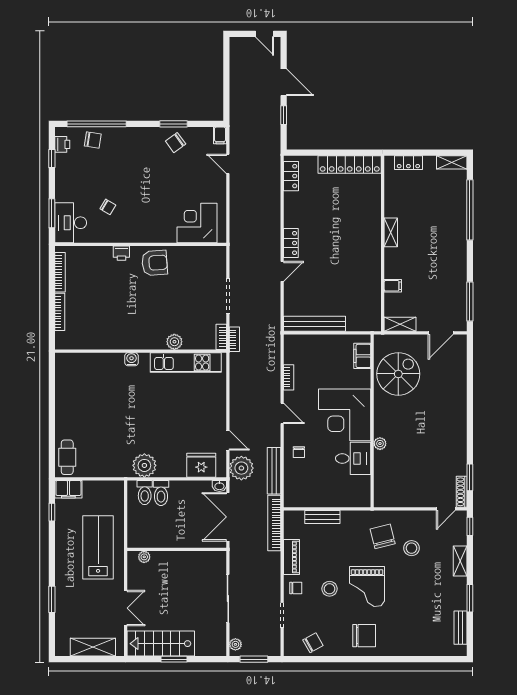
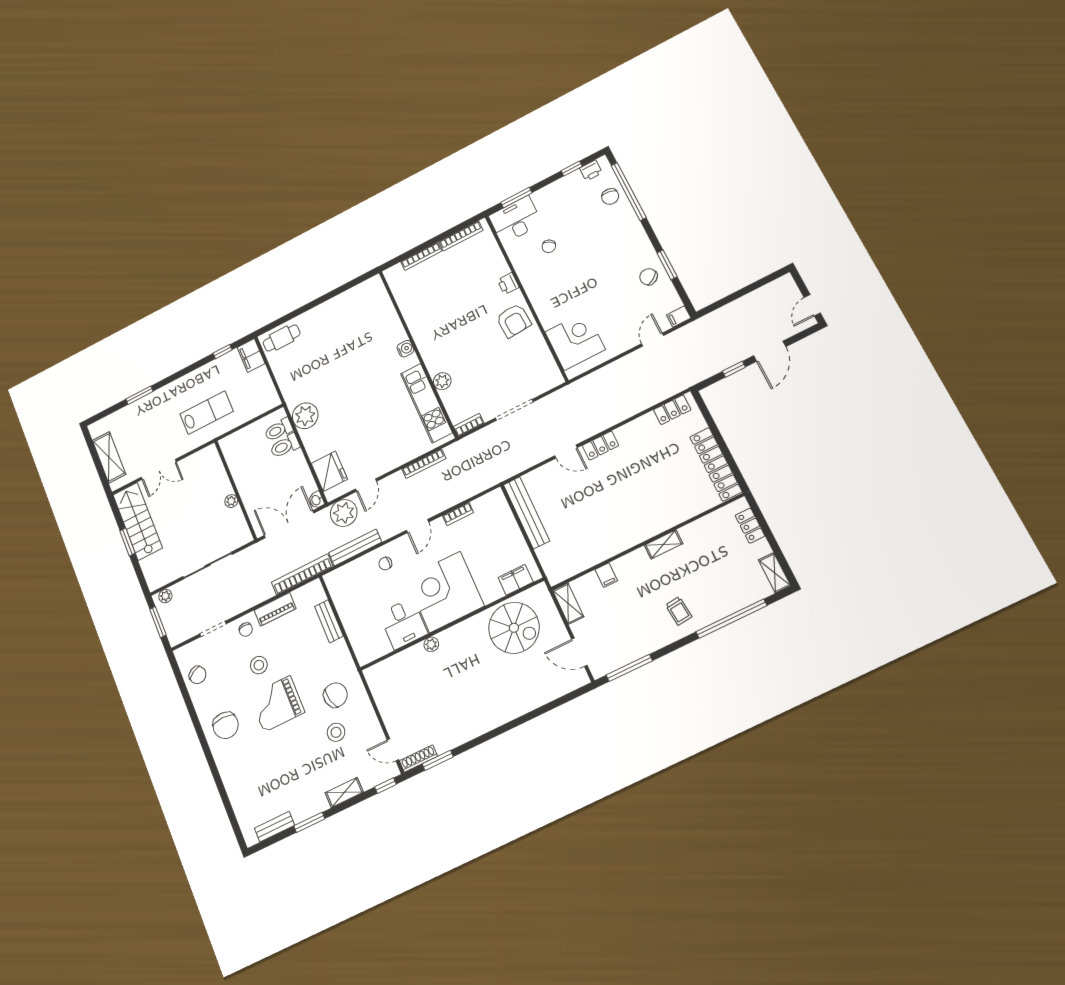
trolley: (446, 245) -> (679, 611), added
bookcase: (234, 339) -> (424, 464), moved, width x1.56
lab bench: (98, 547) -> (207, 413), width x0.73, depth x0.72
plant: (144, 557) -> (231, 501), moved

